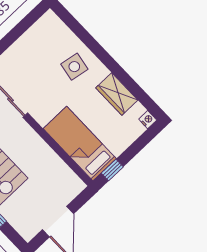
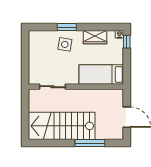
window: (97, 49) -> (67, 27), added
window: (112, 170) -> (127, 42), moved

